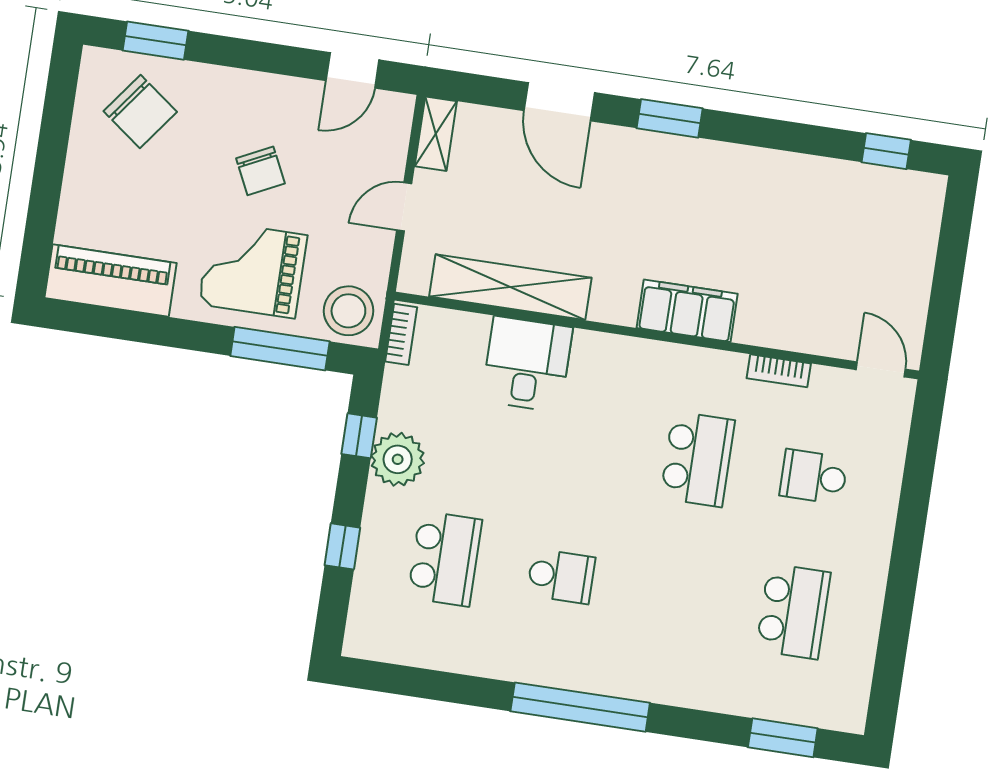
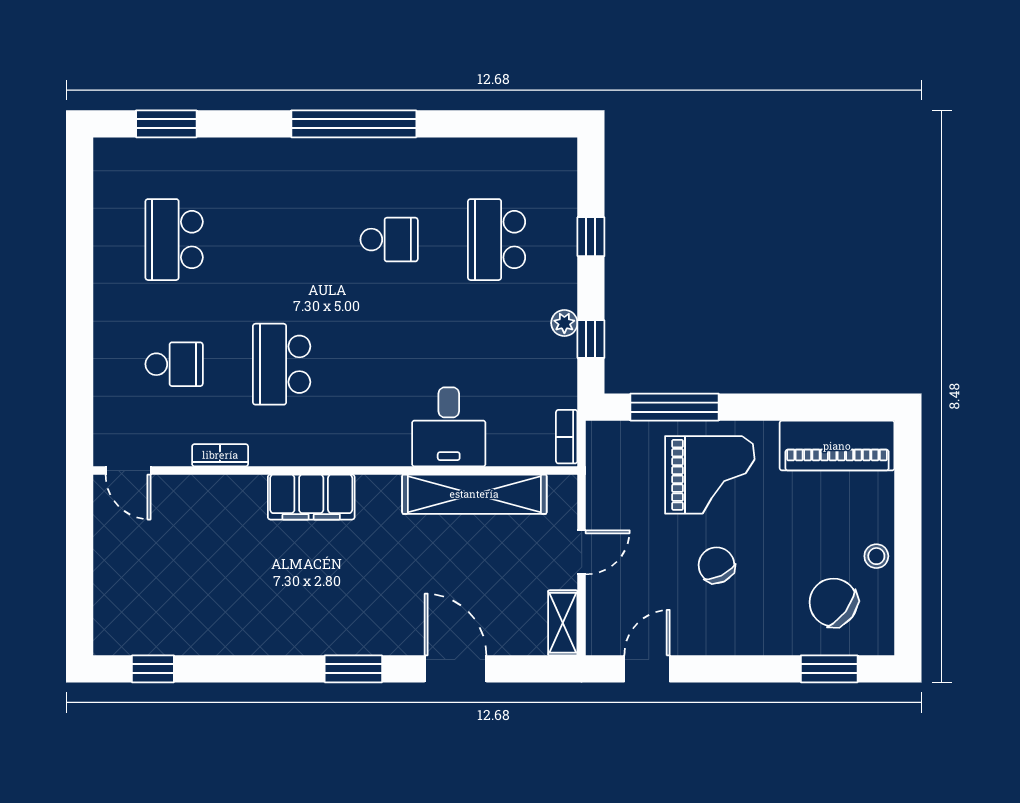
stool: (348, 311) -> (876, 556), moved, width x0.53, depth x0.53
plant: (398, 459) -> (564, 323), width x0.53, depth x0.53
school desk: (561, 576) -> (389, 240), turned 180

